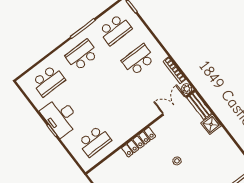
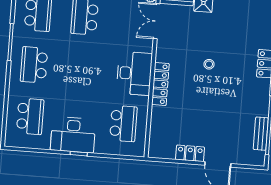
desk: (131, 121) -> (134, 73), added

